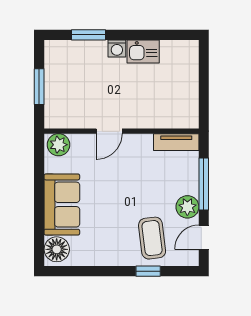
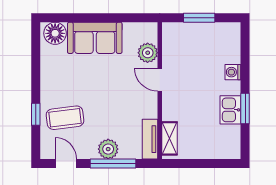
window: (88, 35) -> (245, 109), moved
washing machine: (117, 49) -> (233, 72), moved
shelving: (175, 120) -> (169, 138), added
plant: (59, 145) -> (148, 53), moved
plant: (187, 207) -> (108, 149), moved

